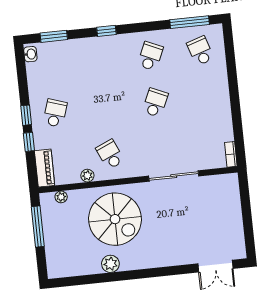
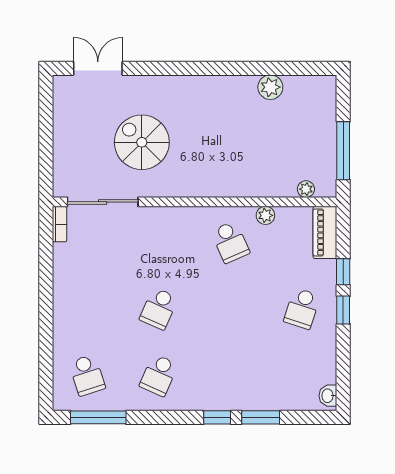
window: (54, 36) -> (261, 417), moved
sliding door: (174, 176) -> (103, 202), moved
spiral stairs: (115, 219) -> (142, 142), moved, width x0.73, depth x0.73
plant: (110, 264) -> (270, 87), moved

